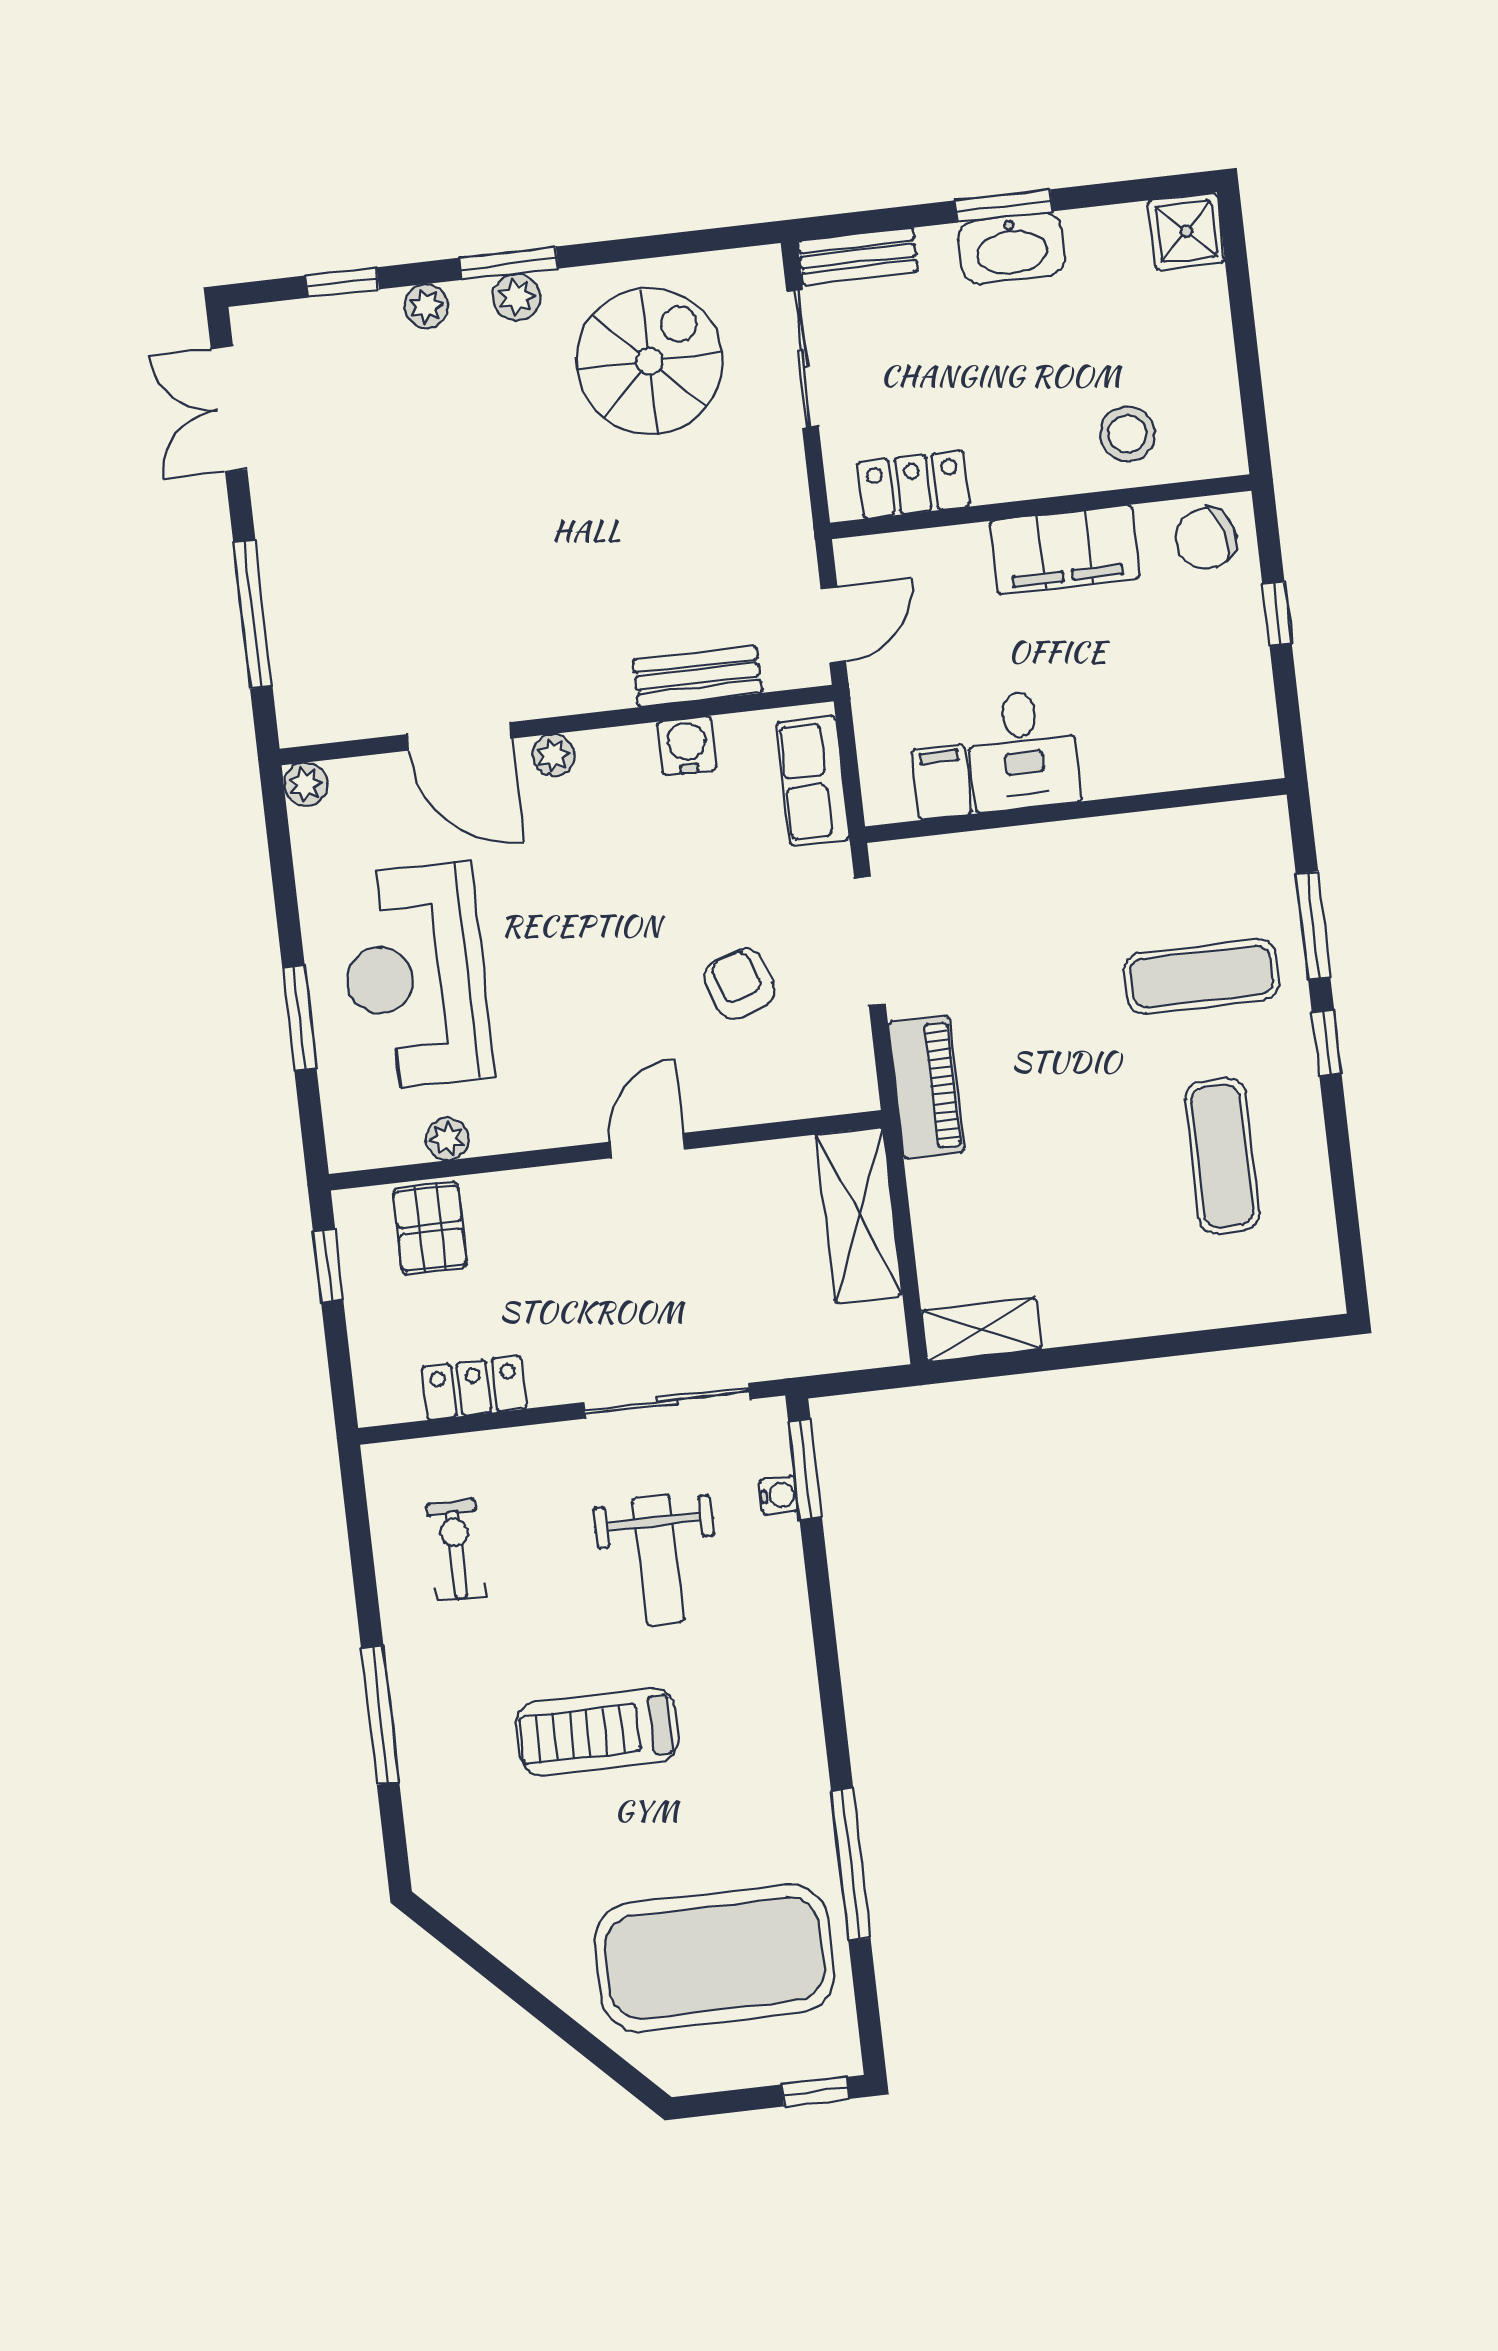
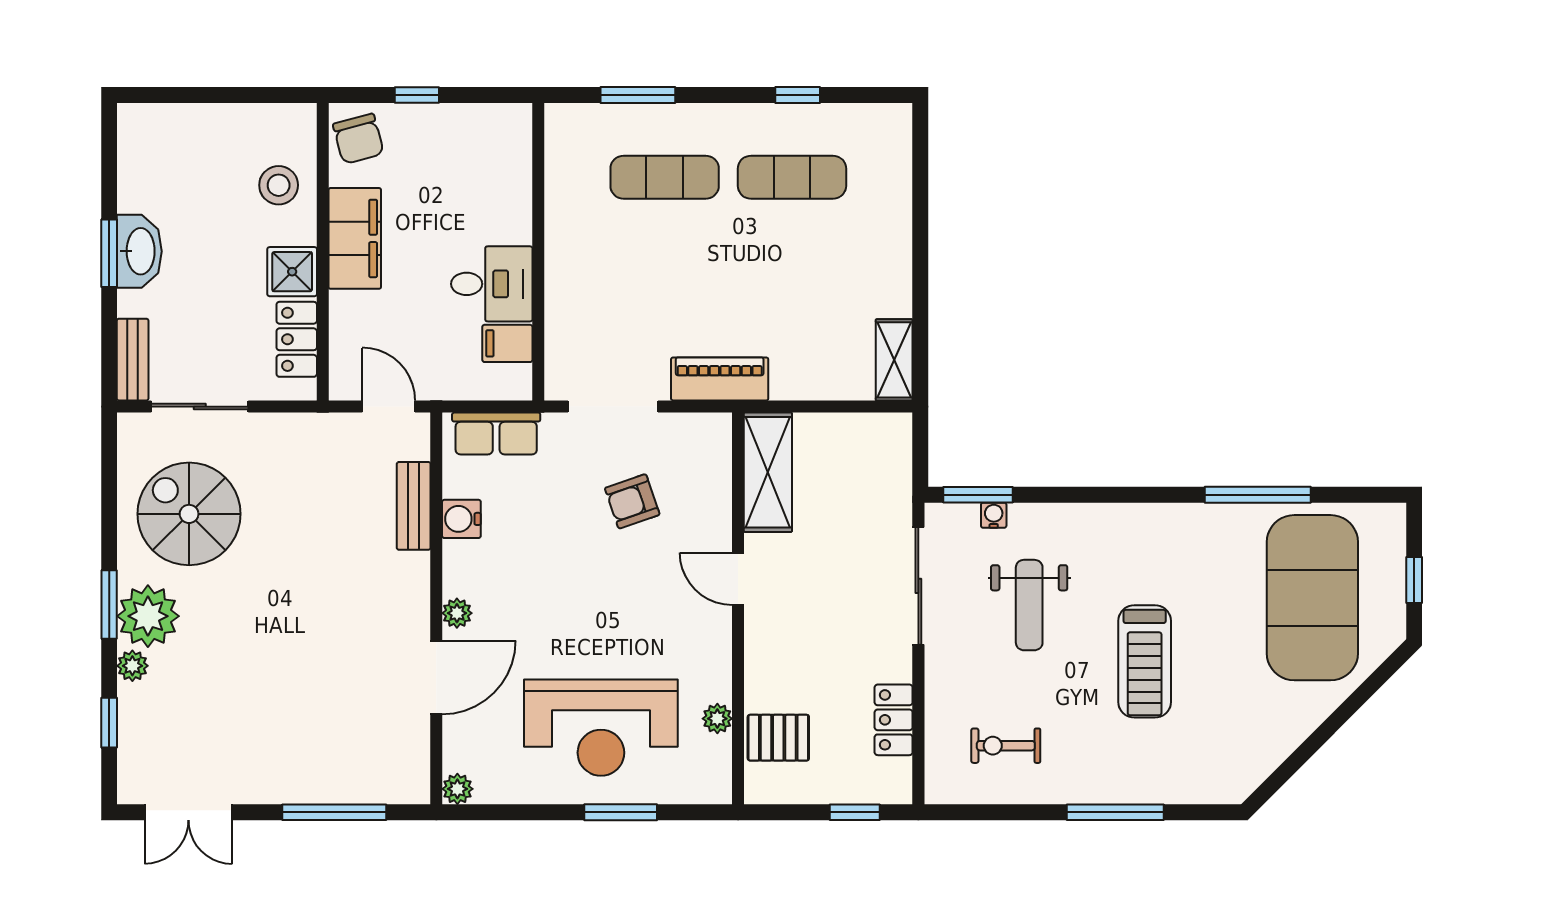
shower: (1186, 231) -> (292, 272), moved
plant: (517, 297) -> (148, 616), width x1.88, depth x1.88
exercise mat: (1202, 976) -> (665, 177), turned 90
window: (1327, 1043) -> (798, 95), moved
shelving: (859, 1215) -> (768, 472), moved, turned 90
window: (328, 1266) -> (855, 812), moved
weight bench: (658, 1560) -> (1029, 605), turned 90
window: (816, 2092) -> (1414, 580), moved

